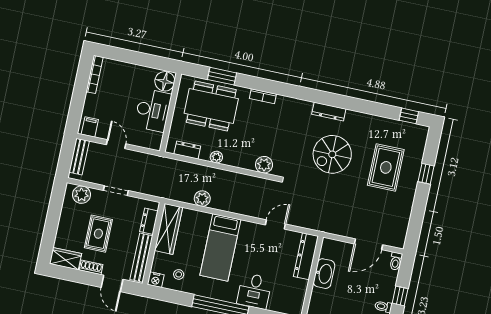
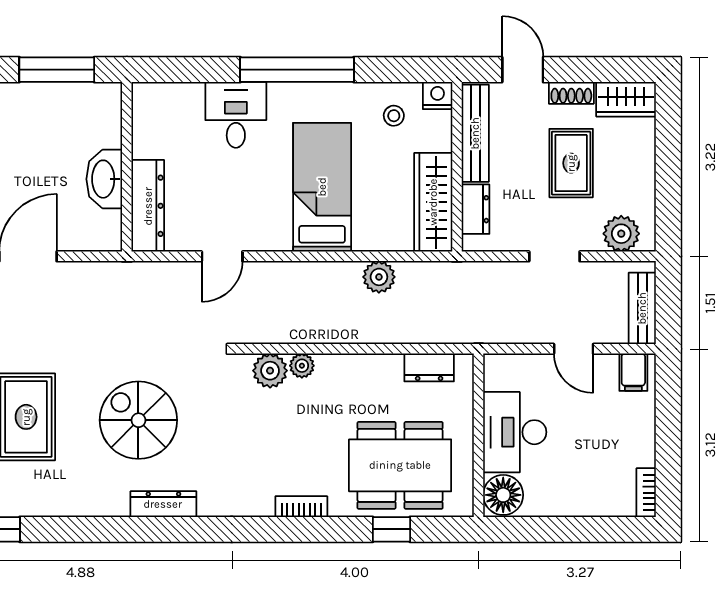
bookcase: (95, 74) -> (646, 493), width x0.64
window: (222, 76) -> (391, 529), width x0.67
spiral stairs: (332, 154) -> (138, 420), turned -90
plant: (216, 157) -> (302, 366), moved

